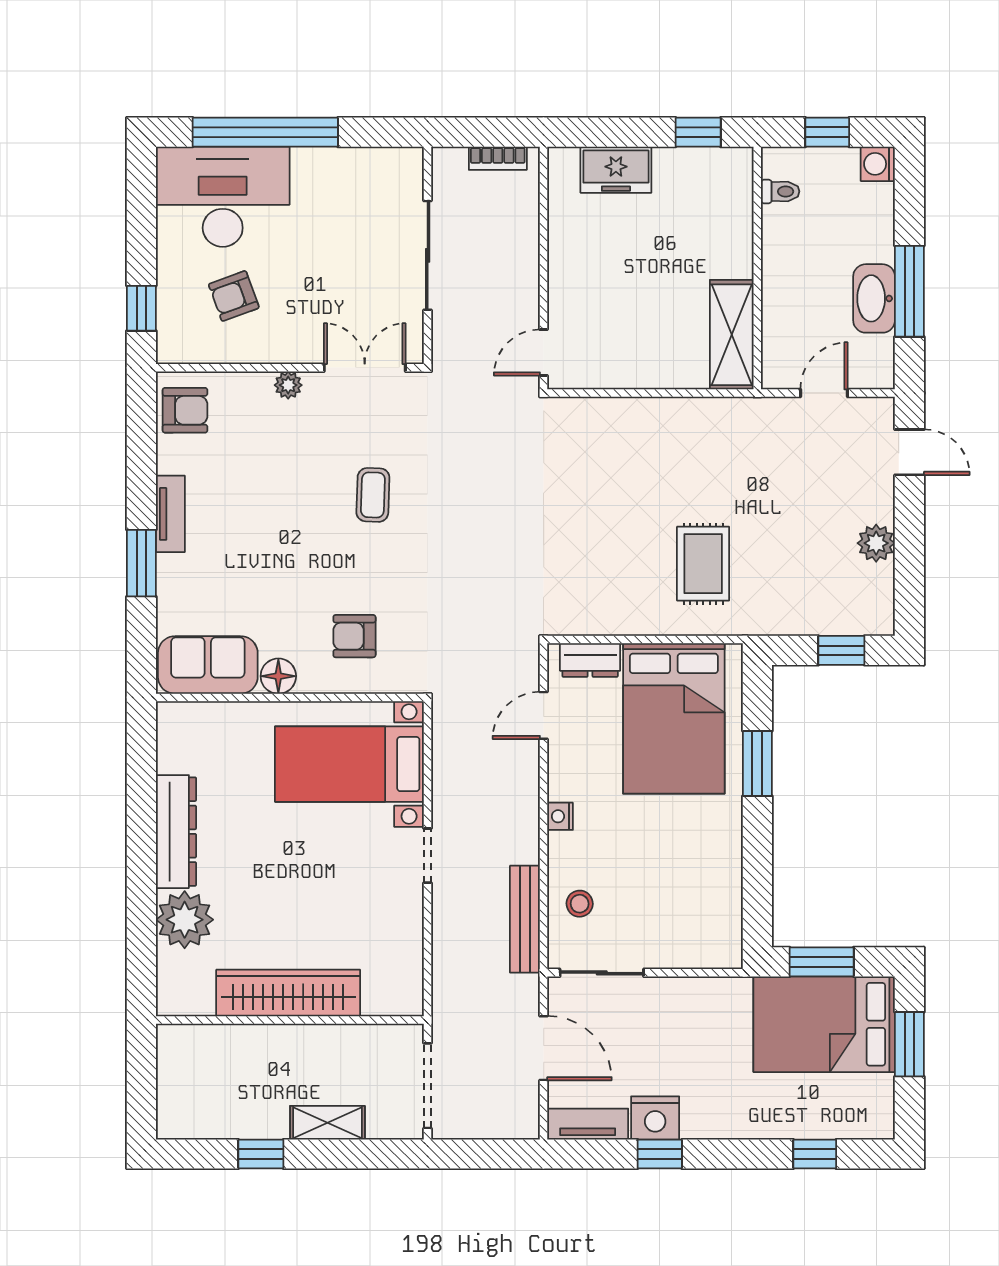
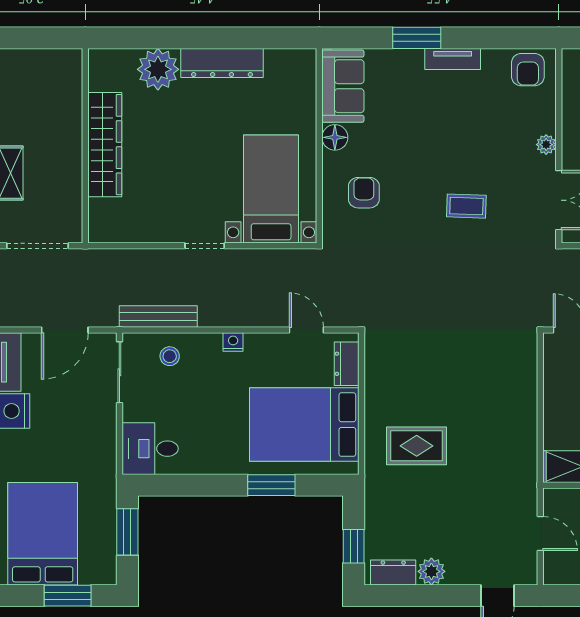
dresser: (878, 596) -> (393, 572), added
desk: (707, 931) -> (150, 449), added
bed: (824, 1024) -> (43, 534), moved

